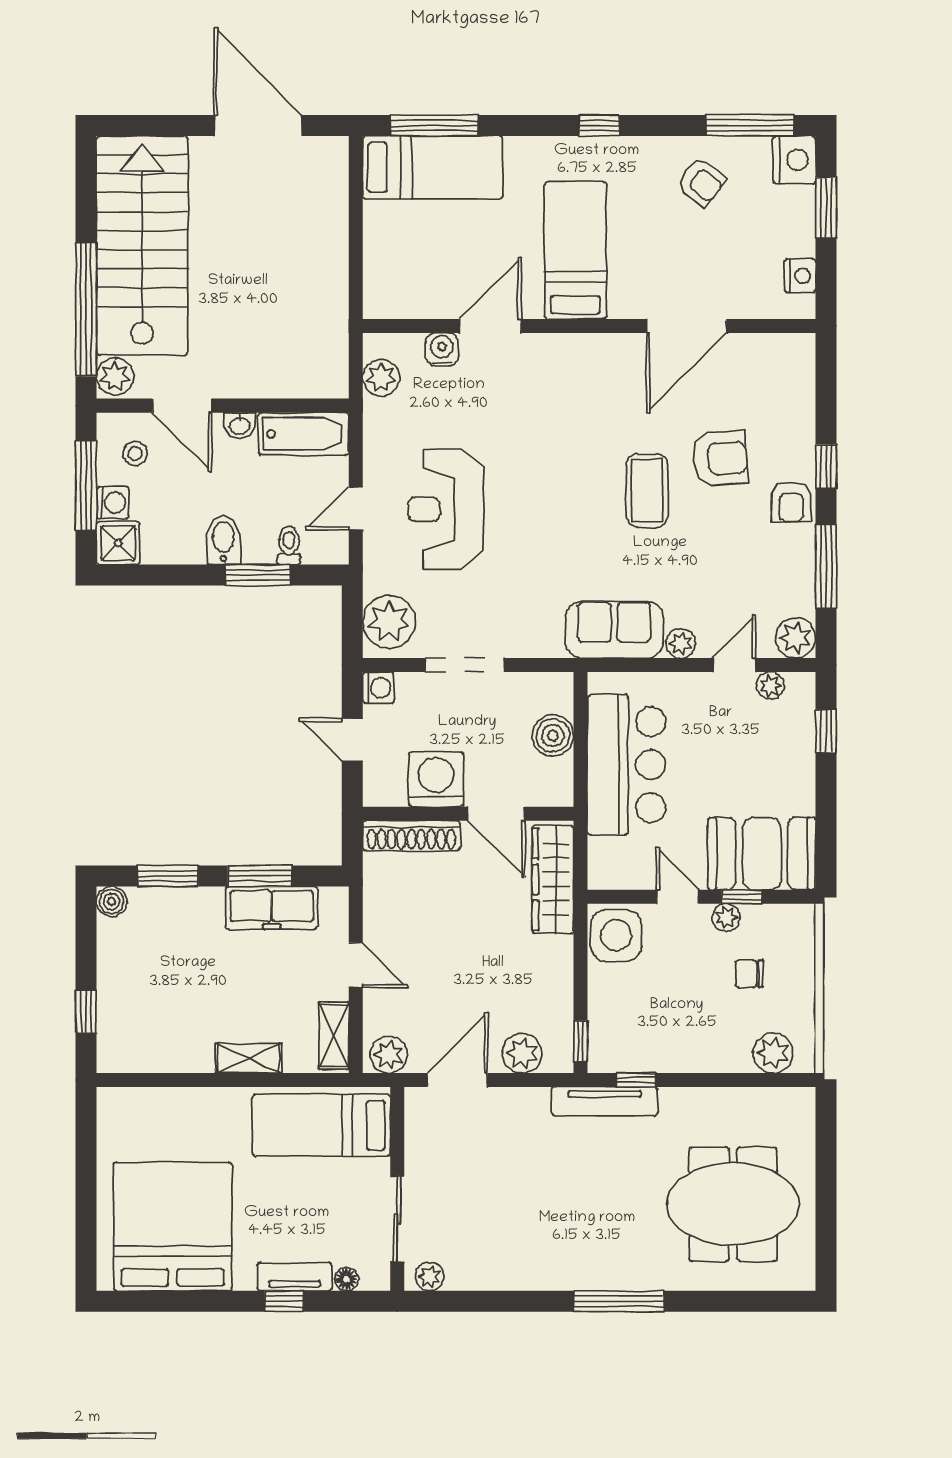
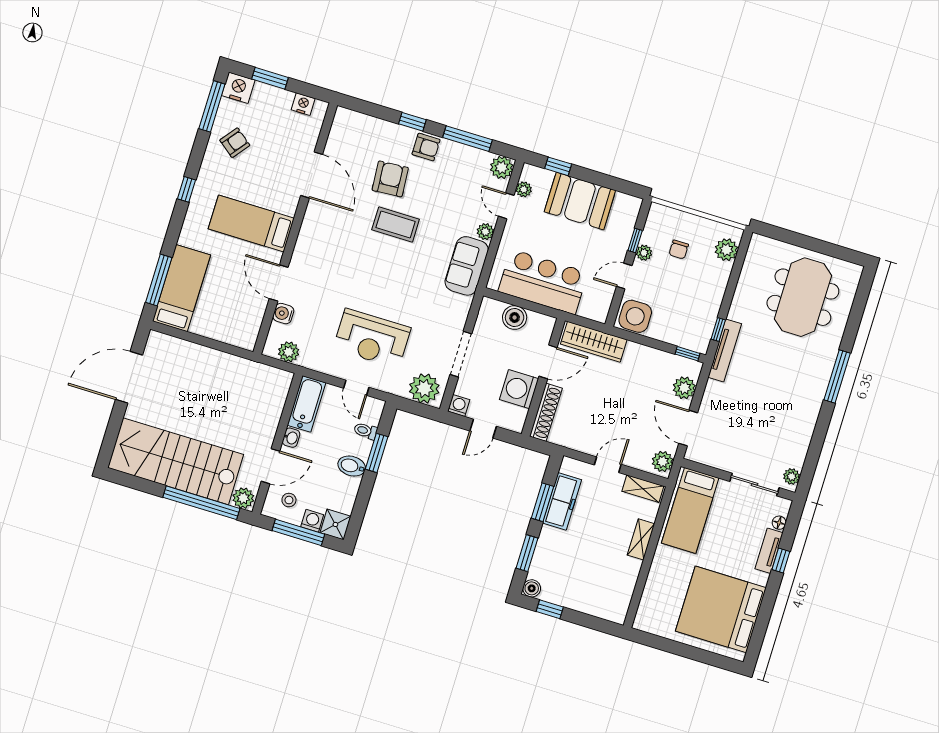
booth: (762, 854) -> (580, 201), moved, turned 90
window: (86, 1011) -> (550, 609), moved

